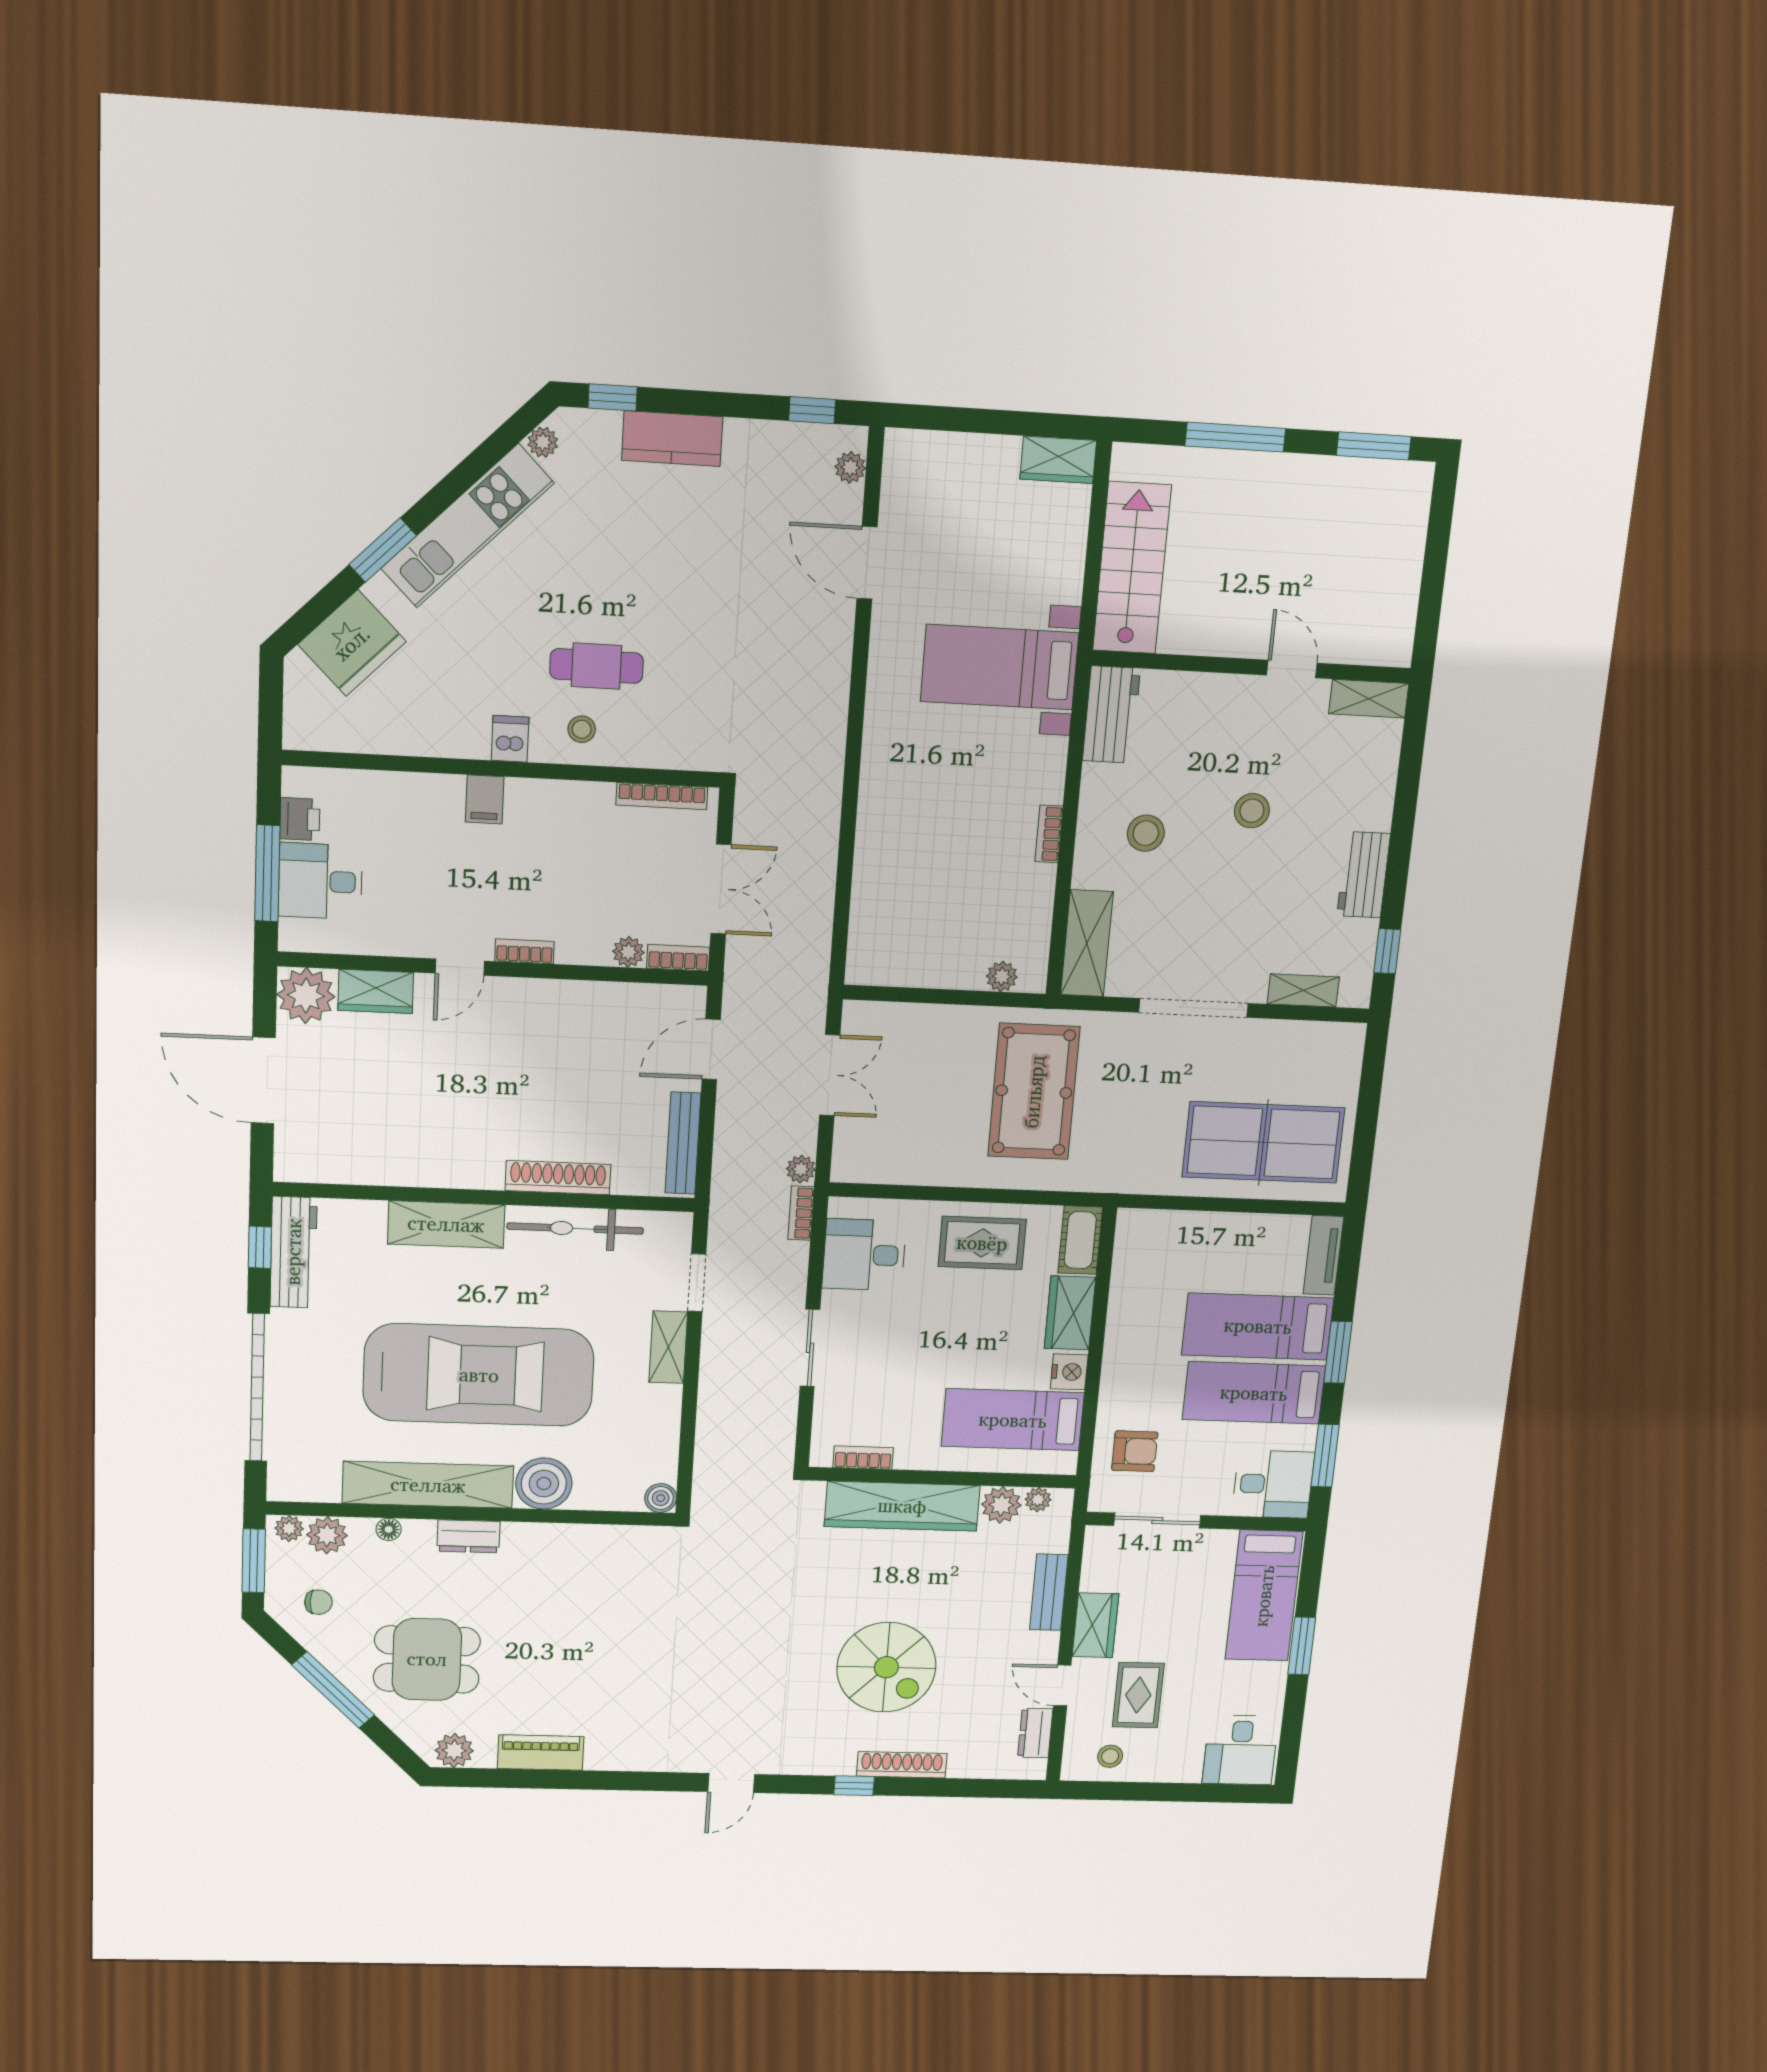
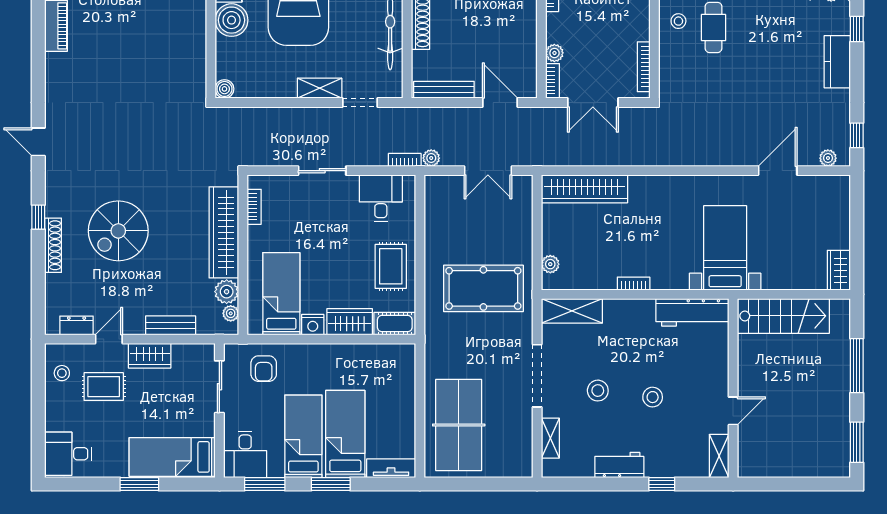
workbench: (1111, 715) -> (692, 312), width x1.38
stool: (1146, 833) -> (598, 391), moved
wardrobe: (874, 911) -> (584, 189), added
window: (1387, 951) -> (662, 484), moved

